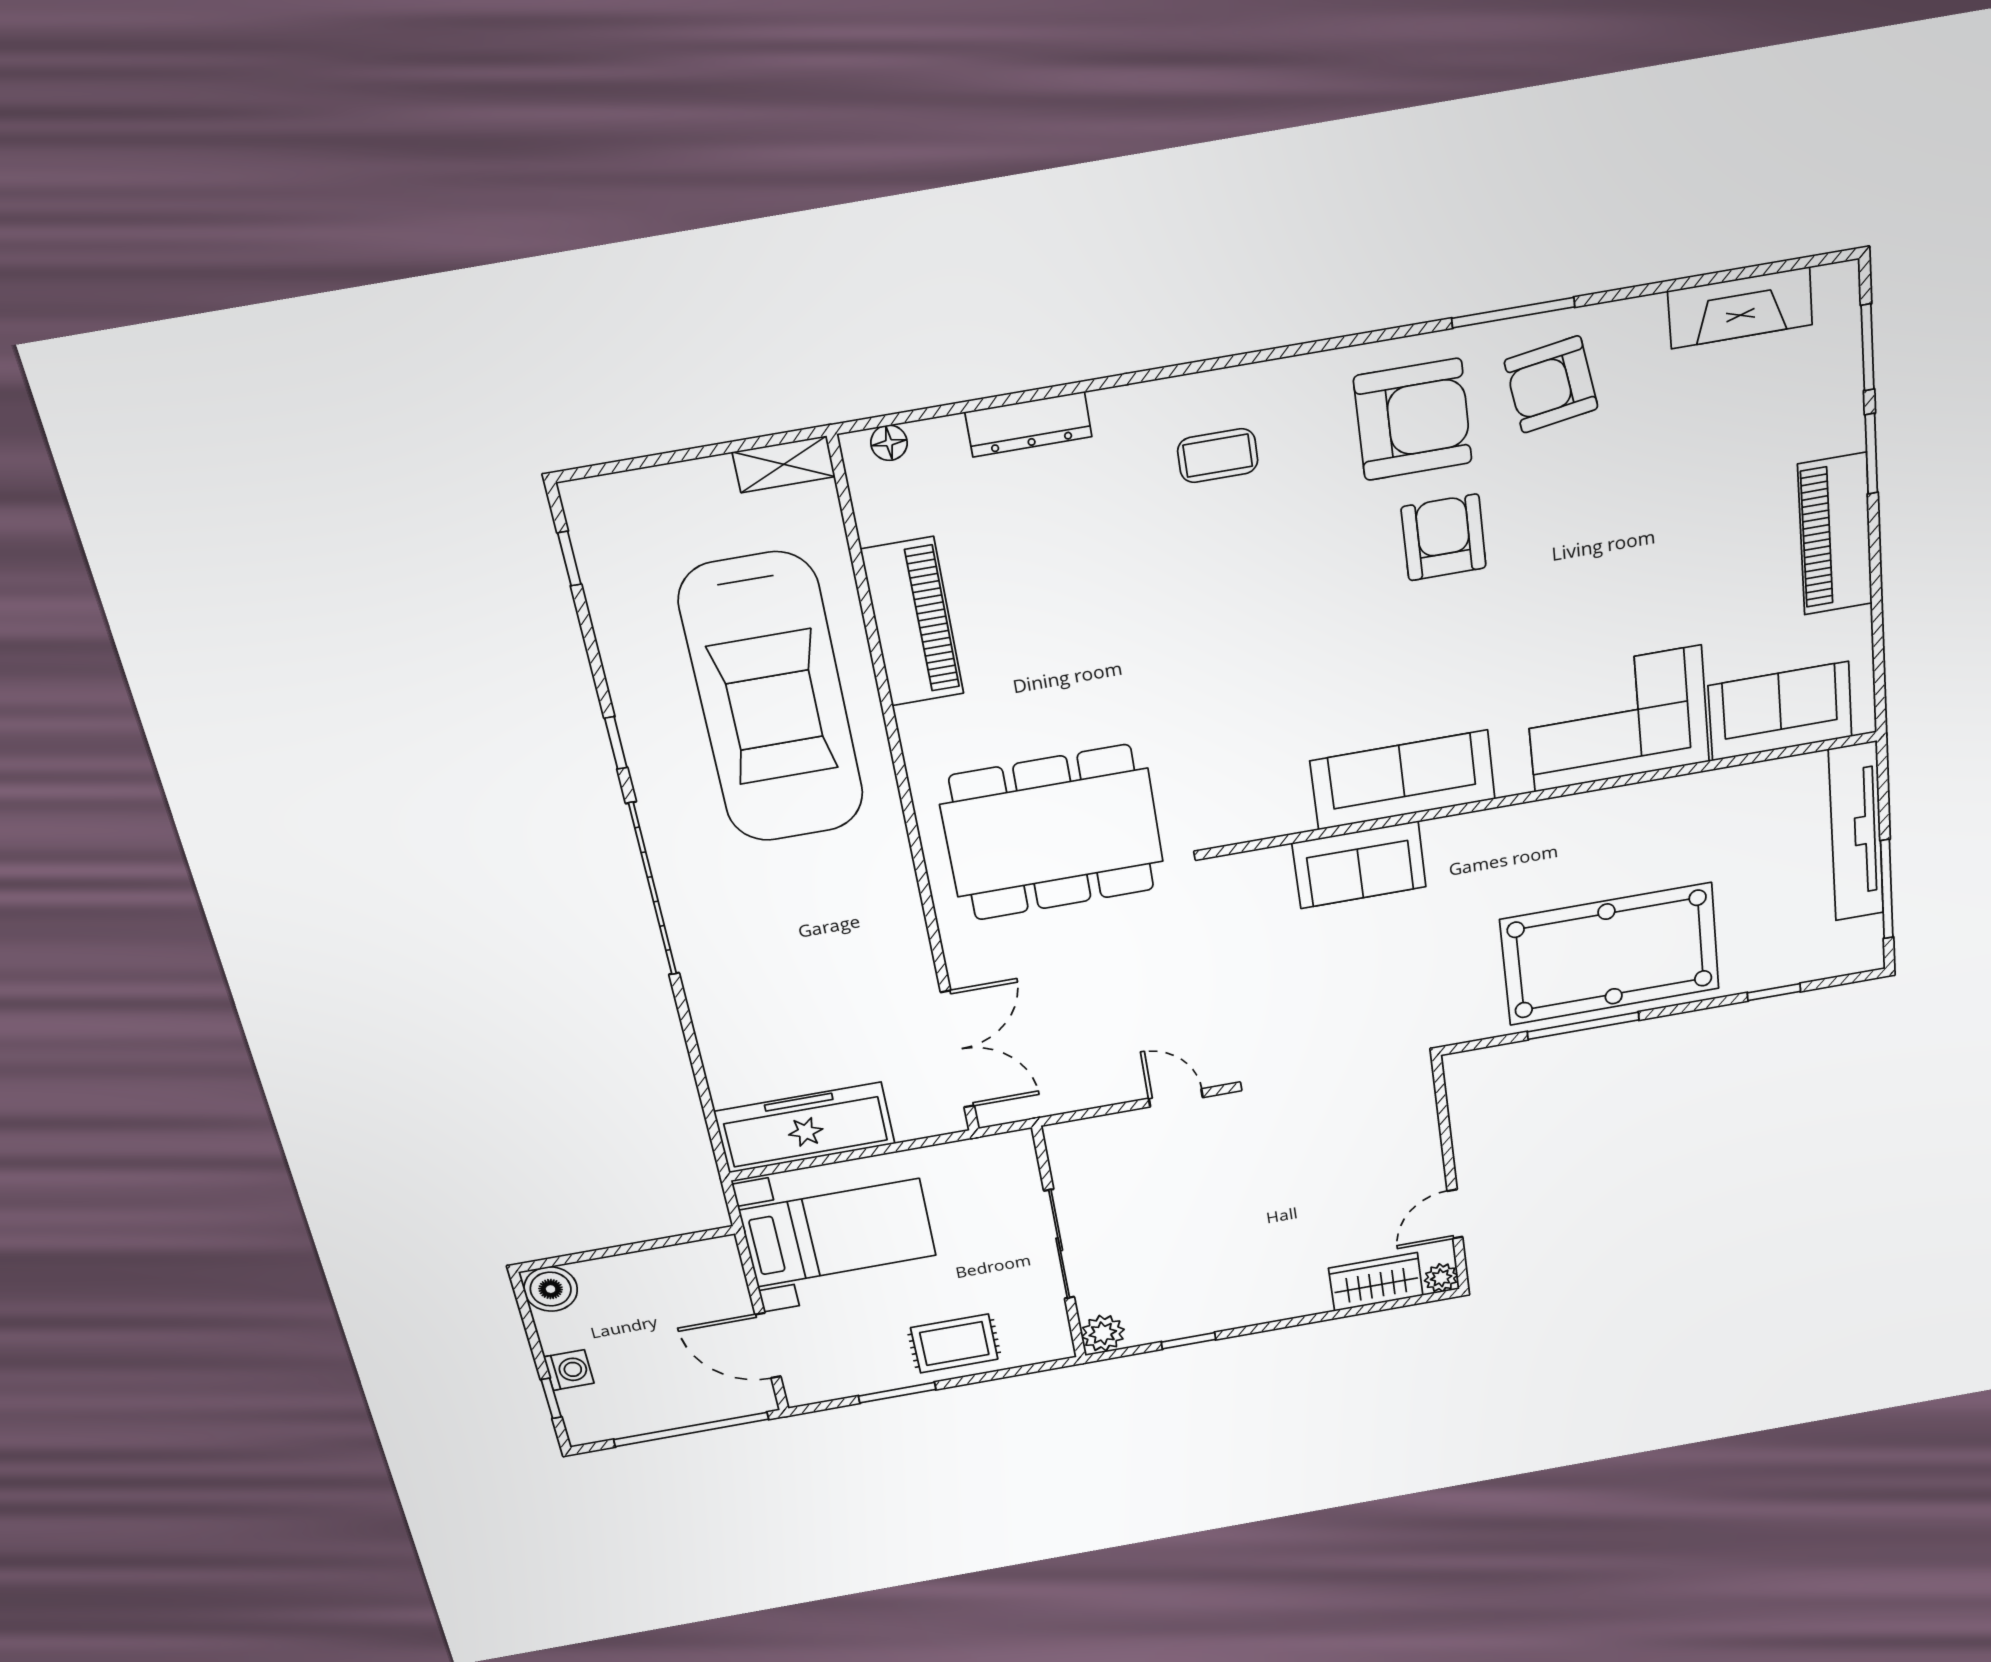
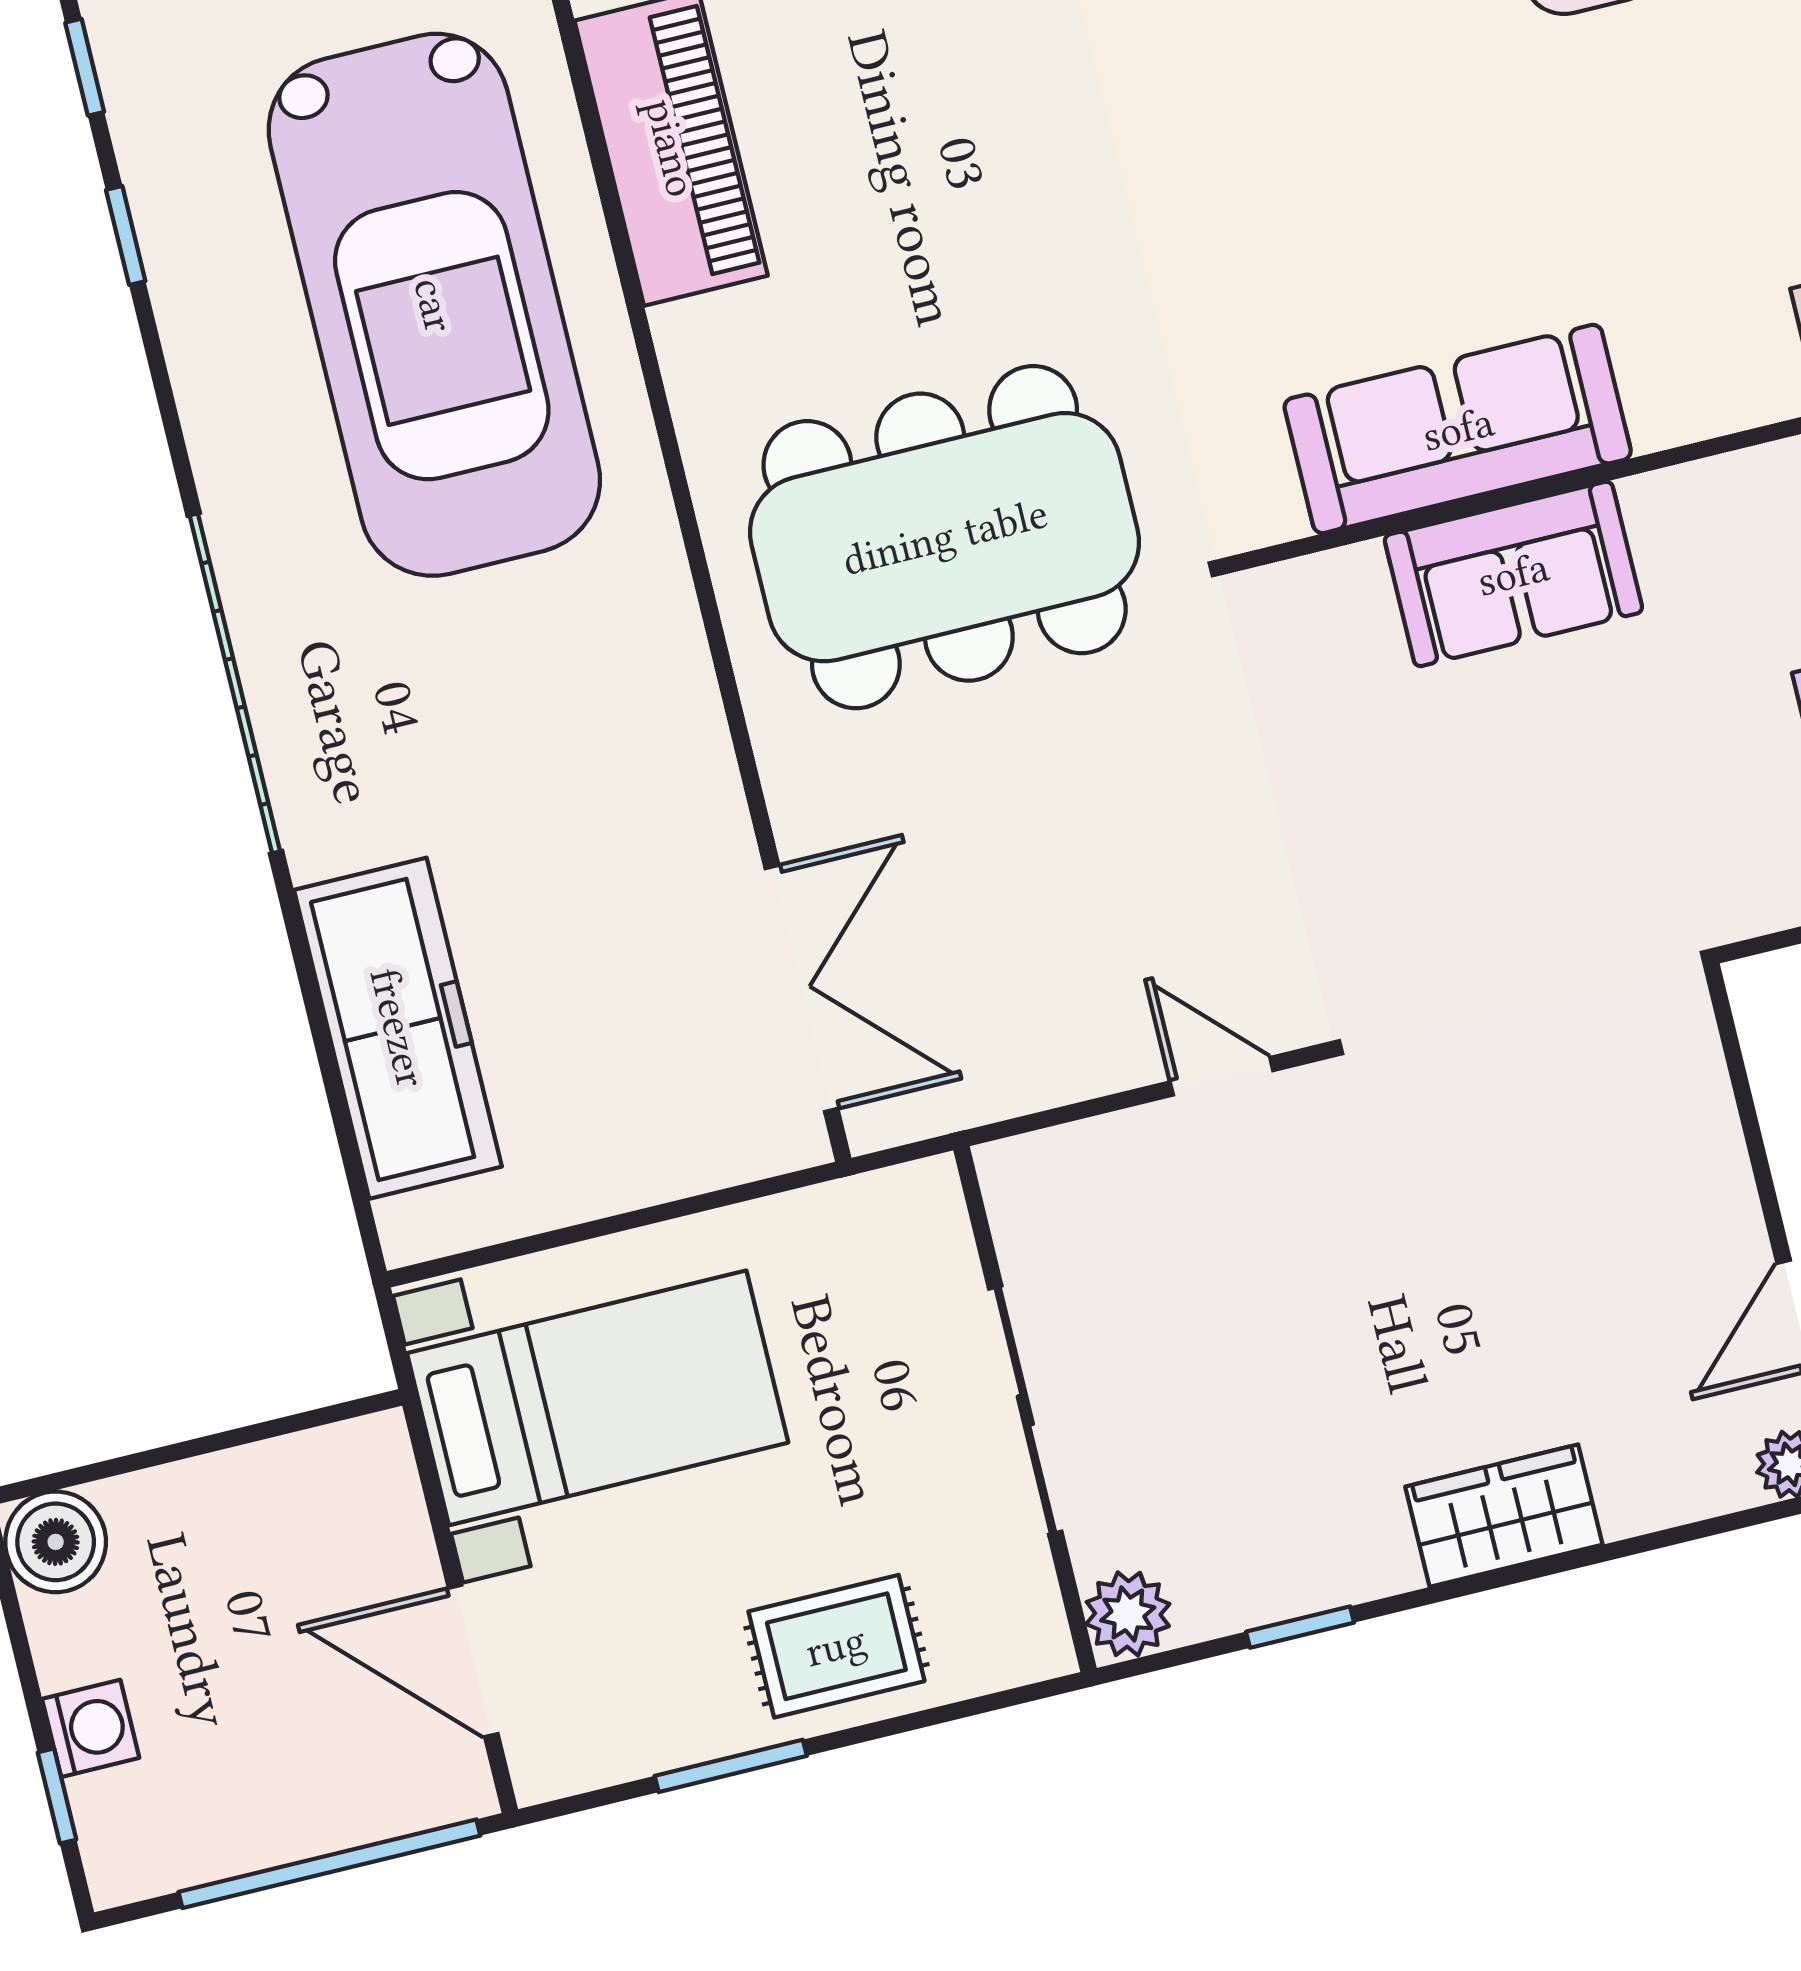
window: (616, 743) -> (126, 235), moved
sofa: (1403, 780) -> (1458, 429), moved
freezer: (805, 1128) -> (398, 1028), moved, turned 90
wardrobe: (1376, 1282) -> (1504, 1516), moved

